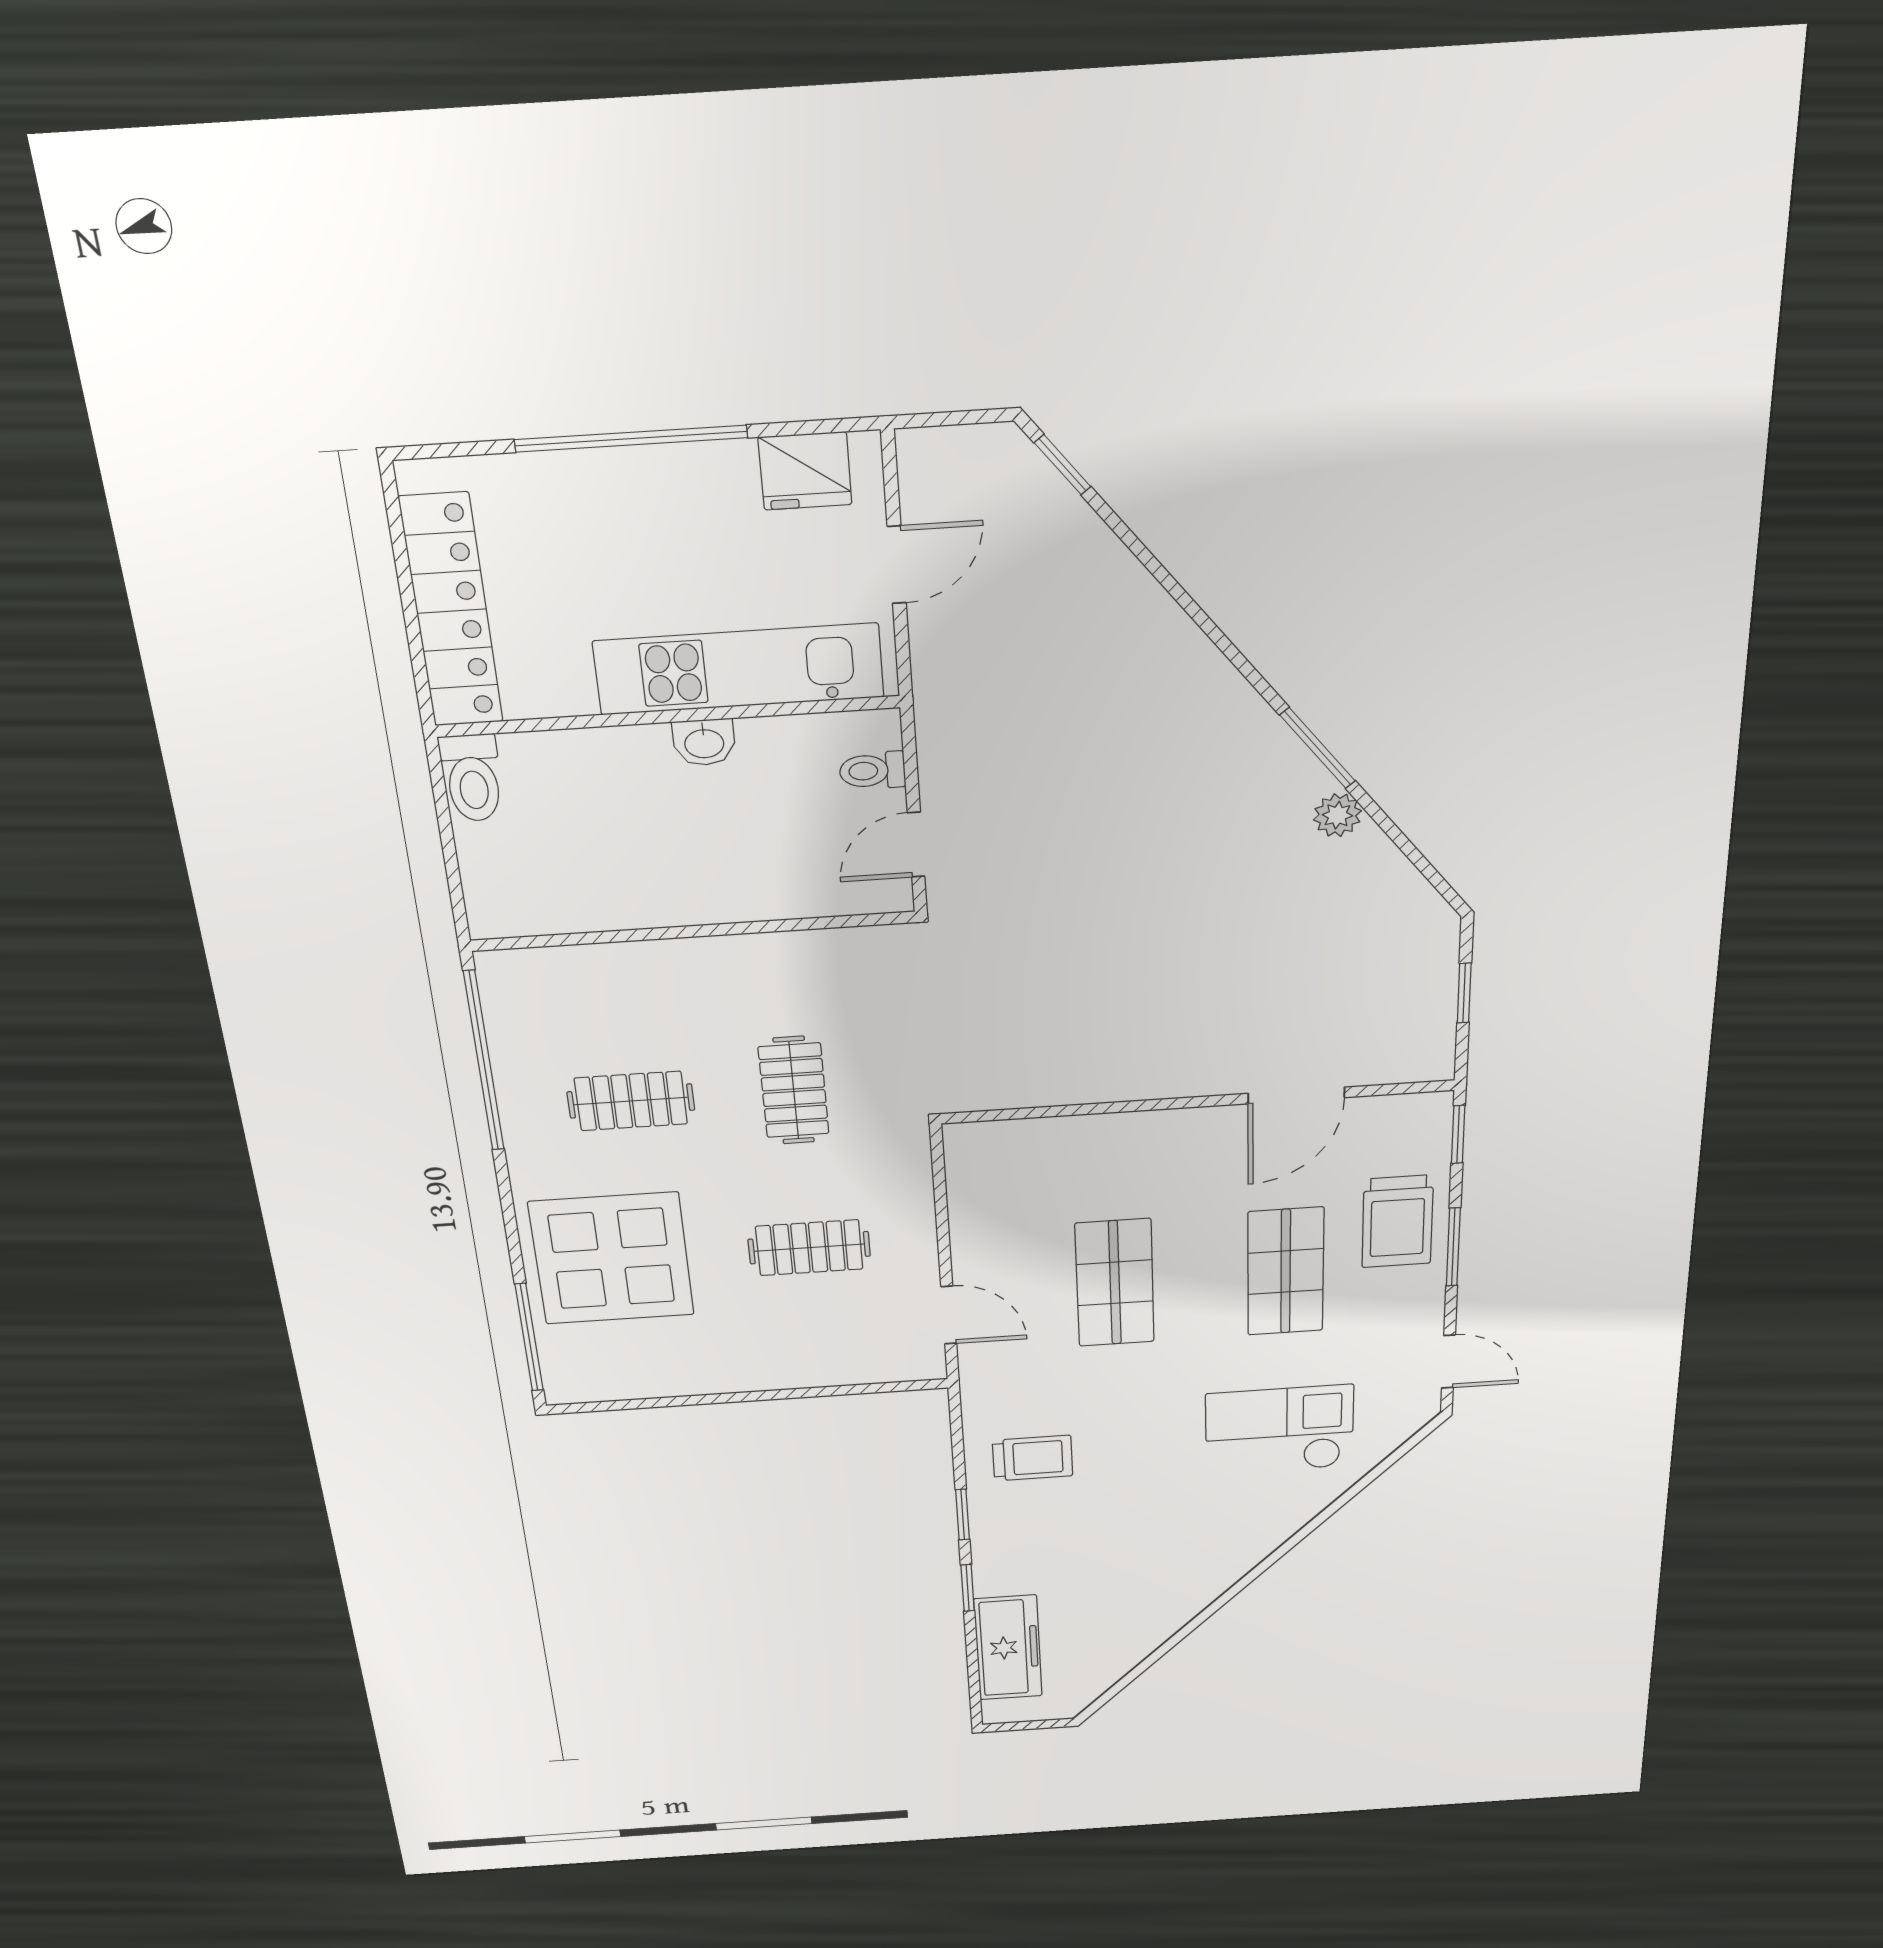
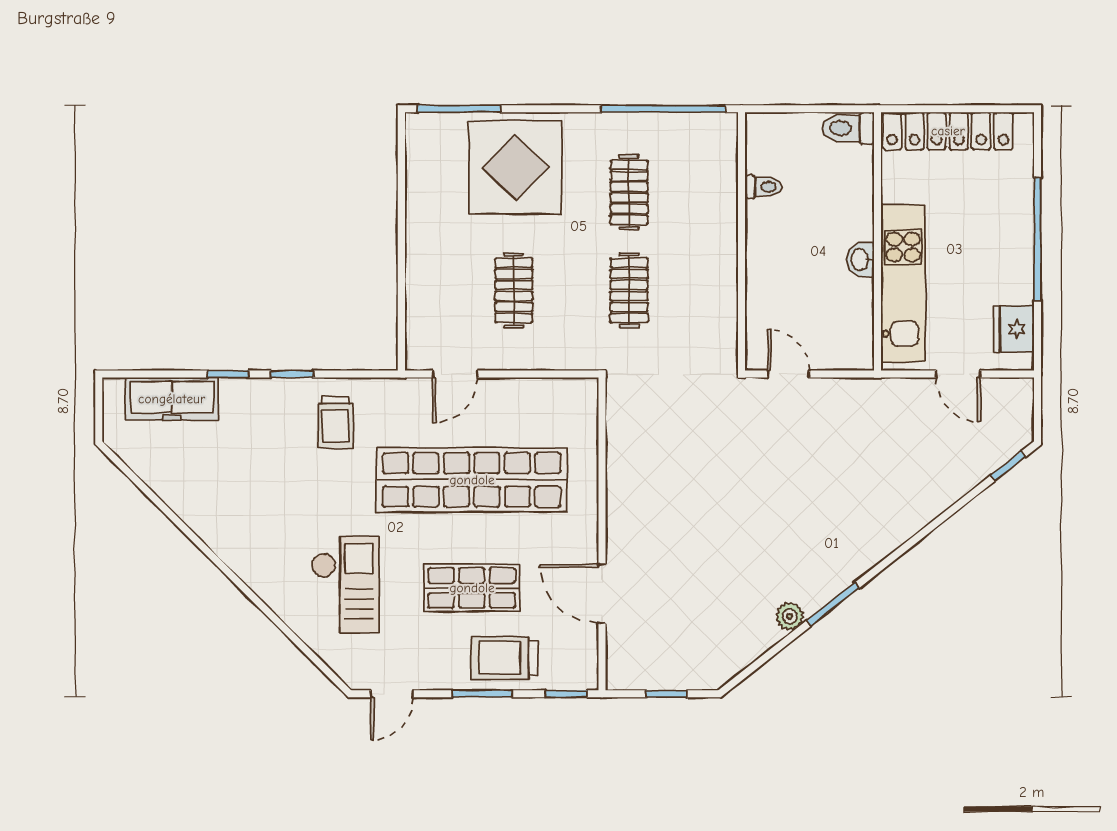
toilet: (872, 771) -> (763, 187), moved, turned 90
clothes rail: (794, 1090) -> (629, 290), turned 90
shop shelf: (1115, 1283) -> (472, 480), width x2.00, depth x1.36

